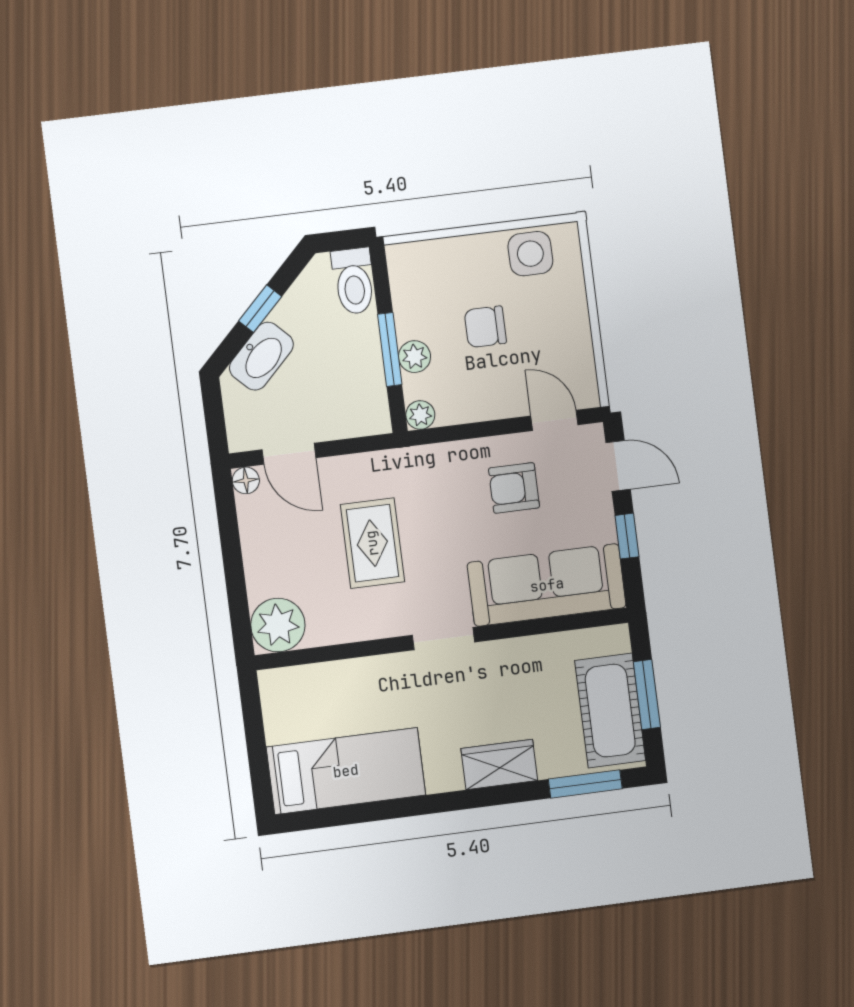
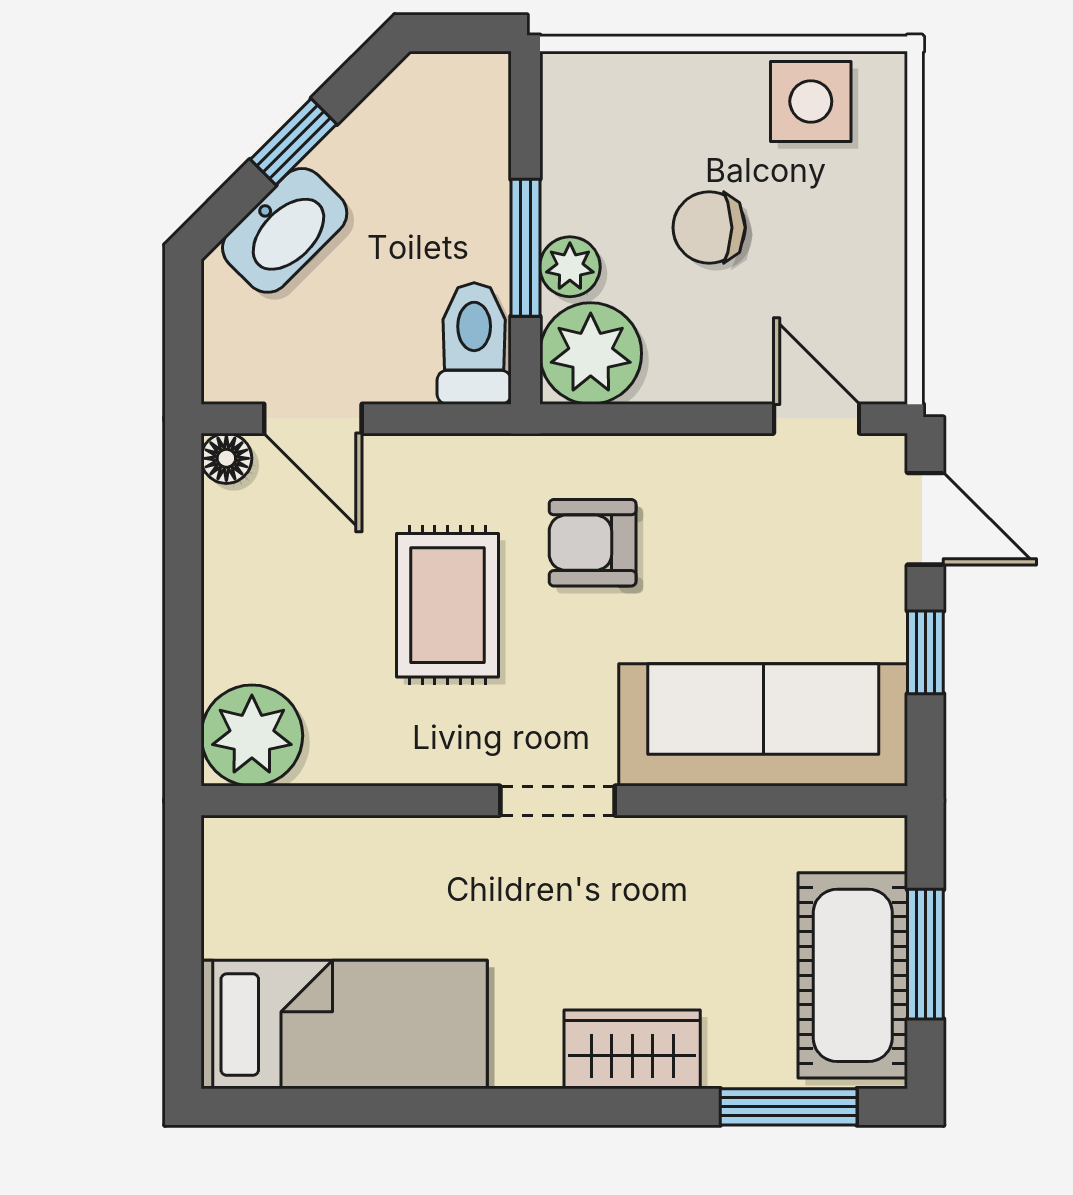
toilet: (354, 281) -> (474, 343), moved, turned 180
plant: (420, 415) -> (591, 353), width x1.88, depth x1.88
armchair: (514, 488) -> (593, 543), moved

